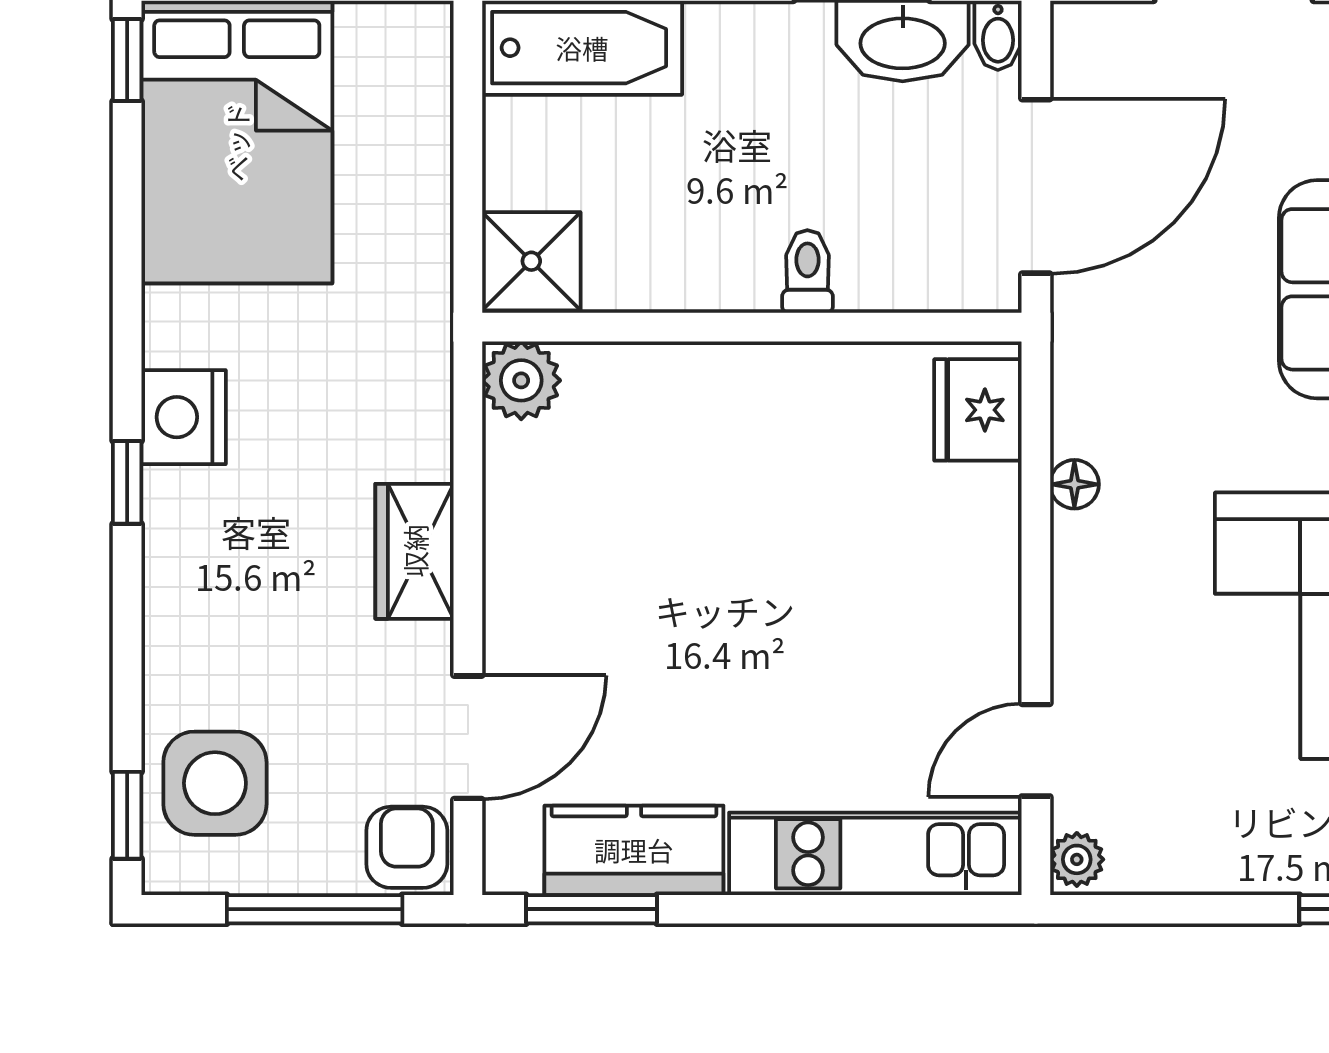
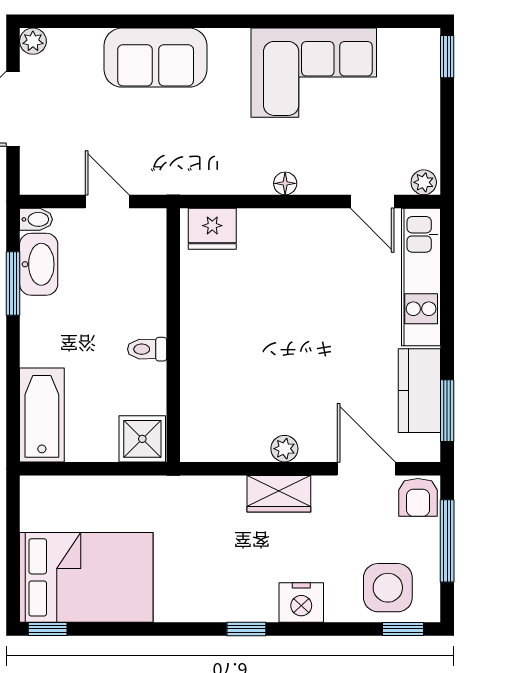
door: (1036, 186) -> (107, 202), width x0.53
toilet: (807, 271) -> (147, 349), moved
plant: (521, 380) -> (284, 449), moved, width x0.73, depth x0.73
nightstand: (184, 417) -> (301, 602), moved
floor lamp: (1074, 484) -> (285, 183), moved
armchair: (407, 847) -> (418, 497), turned -90

